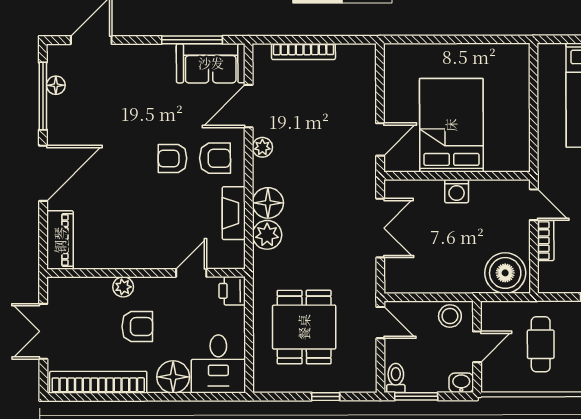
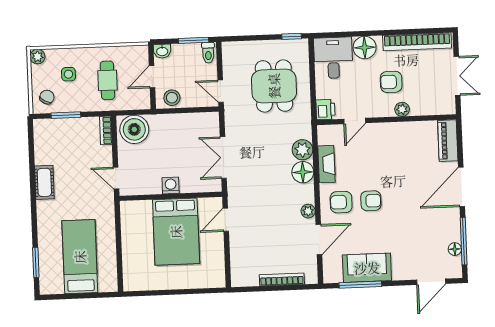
sofa: (211, 63) -> (367, 268), moved
bookcase: (546, 241) -> (106, 130), moved
window: (326, 397) -> (292, 36), moved

